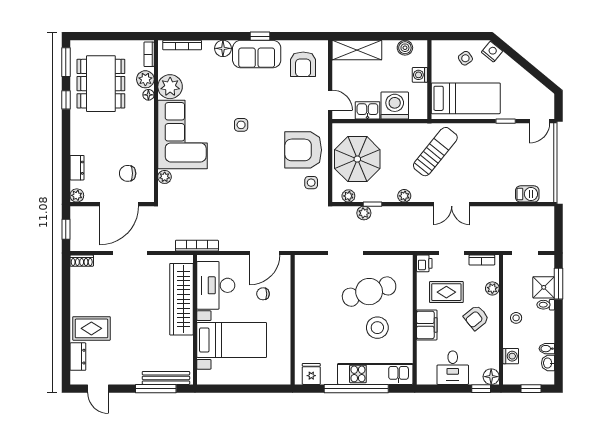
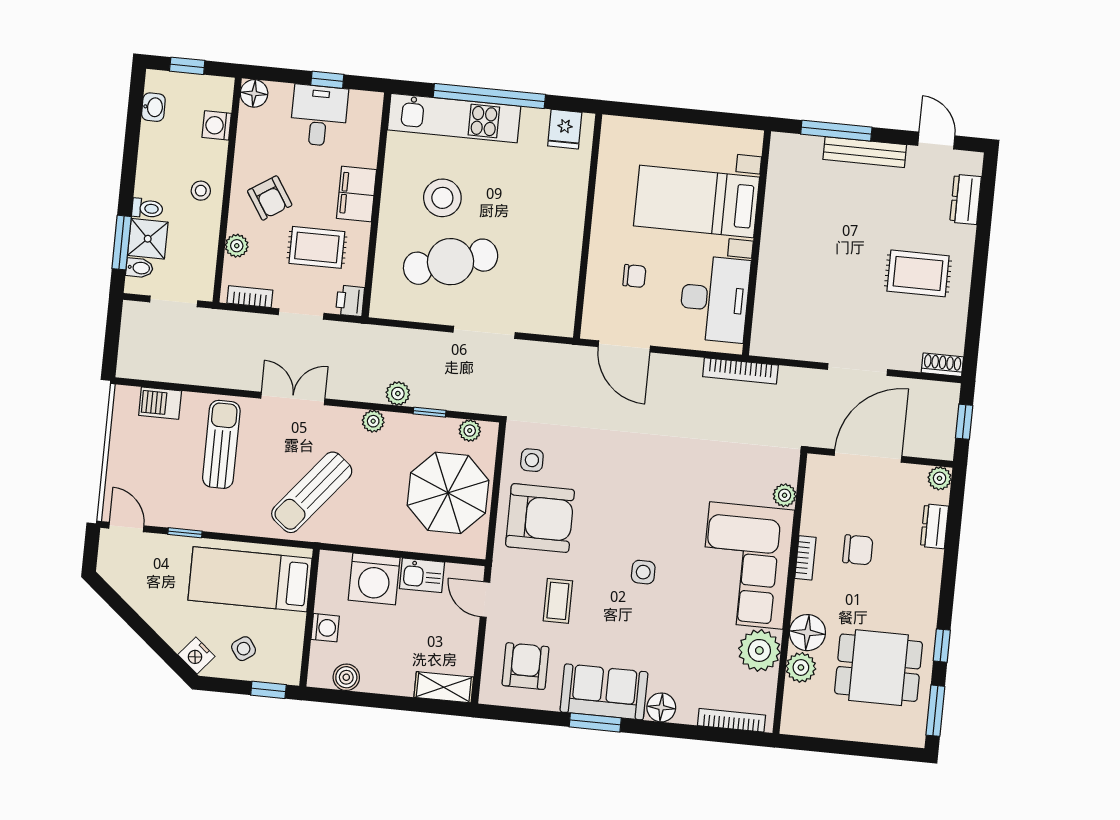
window: (260, 36) -> (595, 722), width x1.50
window: (449, 36) -> (268, 690), added
shelving: (357, 50) -> (444, 687), width x0.67, depth x0.75
bookcase: (149, 54) -> (805, 558), moved
dining table: (101, 84) -> (879, 668), width x0.73
floor lamp: (148, 95) -> (807, 633), width x1.89, depth x1.89
coffee table: (288, 104) -> (558, 601), added
door: (539, 121) -> (126, 527), hinge flipped
chair: (128, 173) -> (858, 550), moved
sun lounger: (490, 174) -> (221, 444), added
plant: (364, 213) -> (398, 394), moved
door: (265, 253) -> (624, 346), swing flipped
wardrobe: (181, 299) -> (776, 281), removed
armchair: (476, 318) -> (270, 198), turned 96
rug: (91, 328) -> (918, 273), moved
bidet: (547, 349) -> (139, 268), moved
bench: (166, 378) -> (865, 152), moved
window: (481, 389) -> (327, 80), moved

